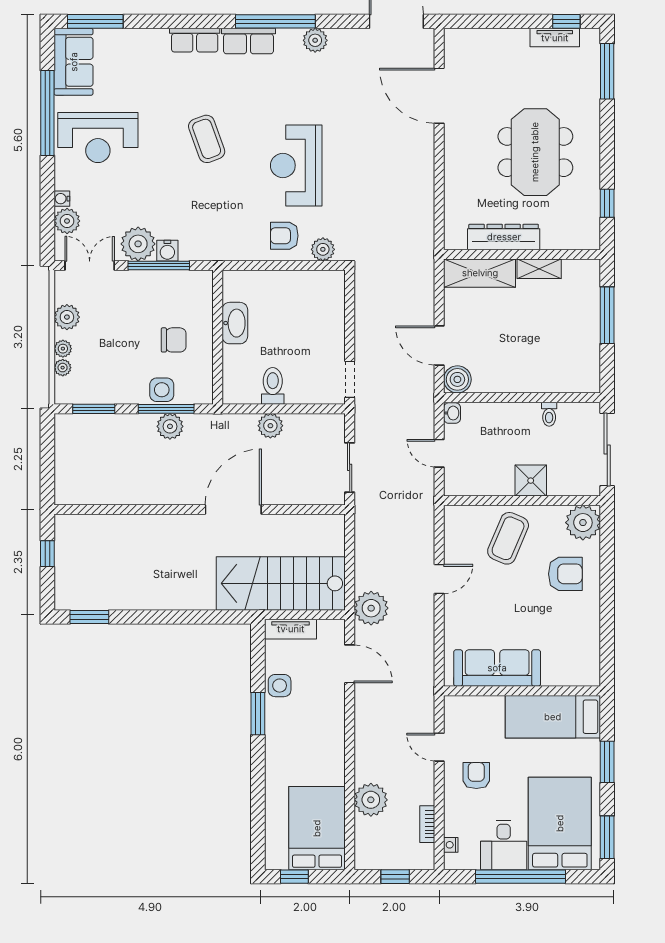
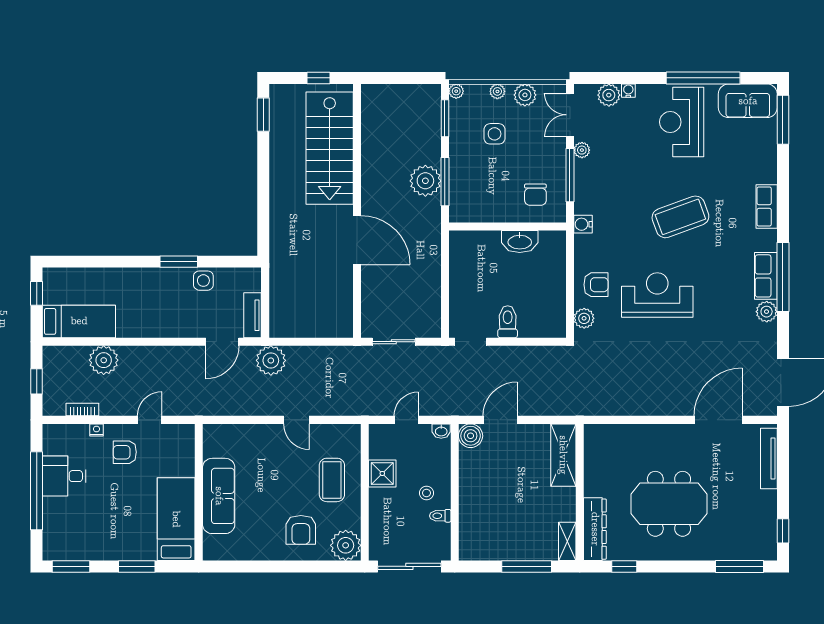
tv unit: (555, 38) -> (769, 459), moved, width x1.41
row of seats: (249, 41) -> (766, 276), moved
coffee table: (207, 139) -> (680, 217), width x1.36, depth x1.32
armchair: (284, 236) -> (596, 285), turned 90
dresser: (504, 237) -> (595, 529), moved
plant: (138, 244) -> (582, 150), width x0.53, depth x0.53
water cooler: (167, 251) -> (583, 224), moved
double door: (90, 265) -> (570, 115), swing flipped
shelving: (539, 269) -> (567, 541), moved
chair: (174, 340) -> (535, 195), moved
plant: (63, 368) -> (456, 91), moved
toilet: (273, 386) -> (508, 322), moved, turned -90
side table: (162, 390) -> (495, 134), moved
plant: (170, 426) -> (425, 181), width x1.36, depth x1.36
plant: (270, 426) -> (430, 273), removed
stool: (523, 430) -> (426, 493), added
shower: (531, 481) -> (382, 473), moved
coffee table: (508, 538) -> (332, 480), turned 67
stairs: (281, 583) -> (330, 148), moved, turned 180
tv unit: (291, 629) -> (253, 315), moved
sofa: (497, 668) -> (219, 496), moved
armchair: (476, 776) -> (125, 452), turned 180
bed: (560, 823) -> (83, 525), removed
bed: (317, 828) -> (79, 321), width x0.67
nightstand: (451, 845) -> (96, 430), moved

